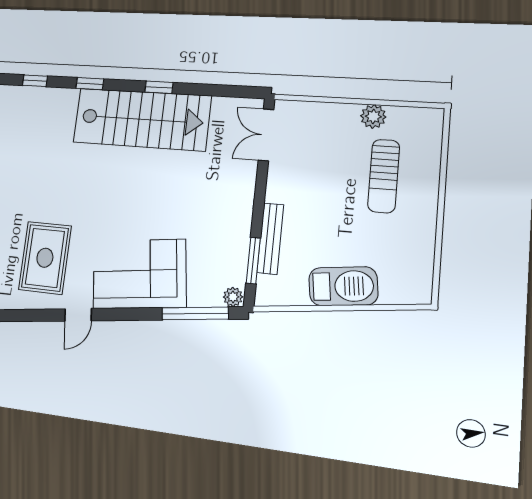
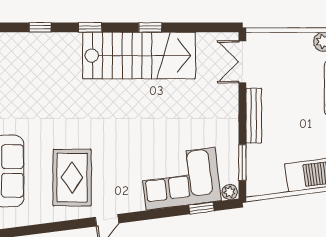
bench: (270, 239) -> (254, 116), moved
corner sofa: (139, 274) -> (181, 179), moved
window: (195, 313) -> (202, 208), width x0.46

